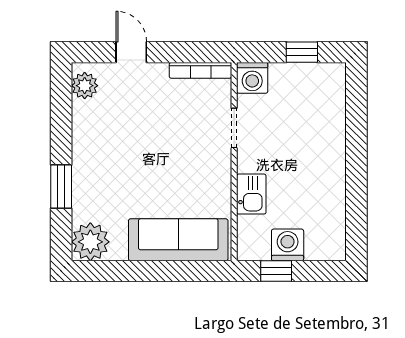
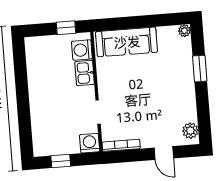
plant: (90, 242) -> (184, 31), width x0.53, depth x0.53
washing machine: (288, 245) -> (82, 50), moved, turned 90

